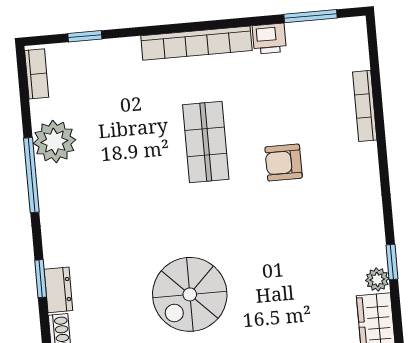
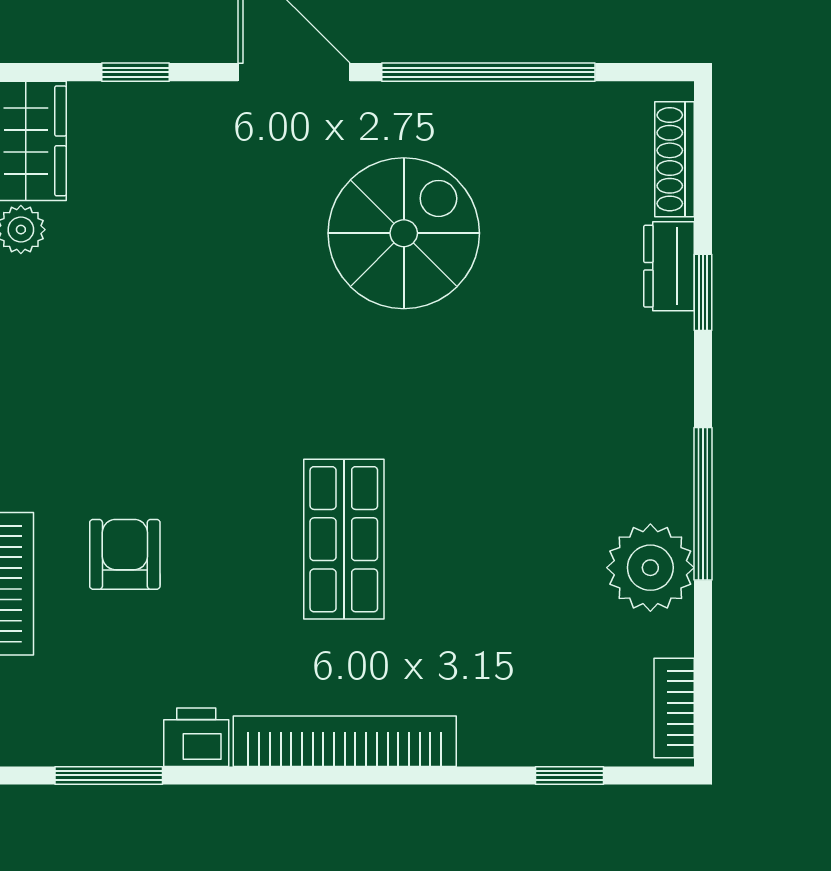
armchair: (284, 163) -> (125, 554), moved, turned -90

